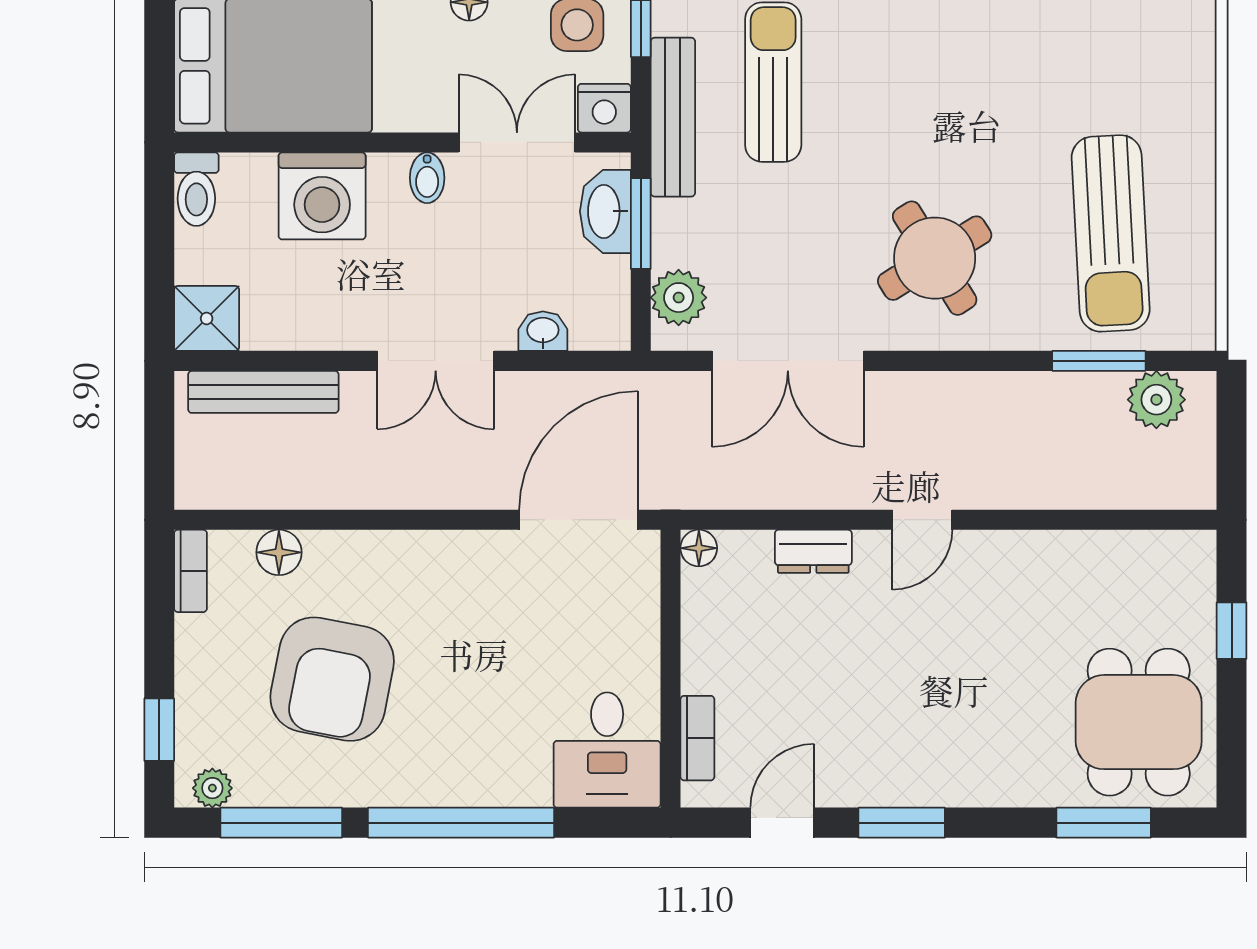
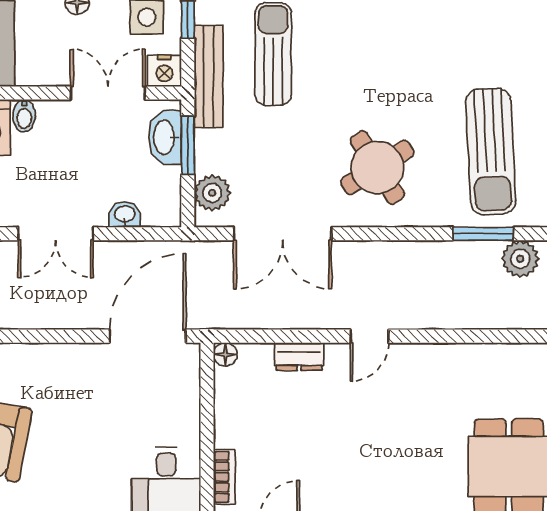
bidet: (427, 178) -> (24, 116), moved

